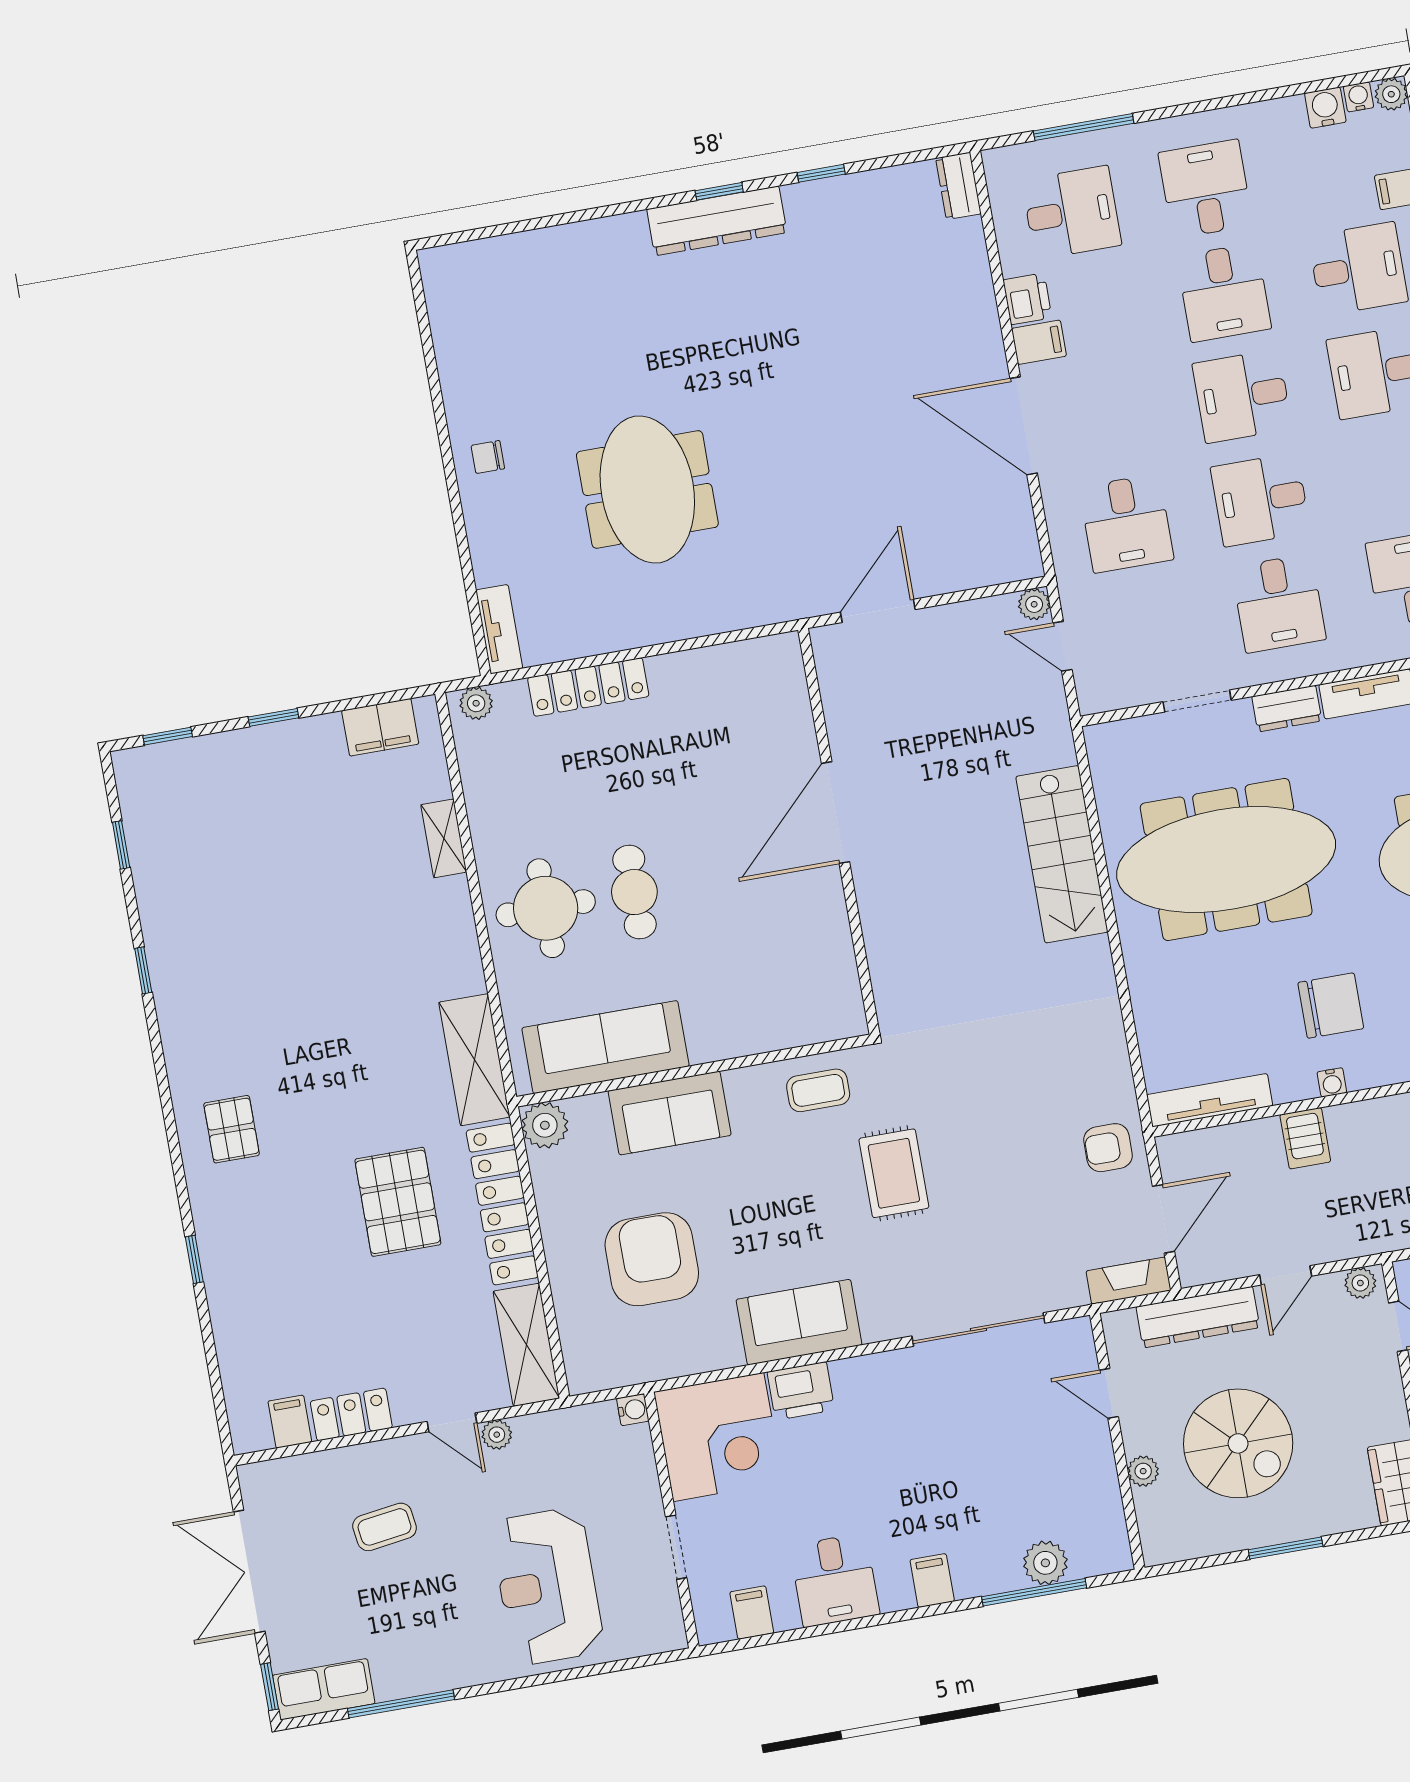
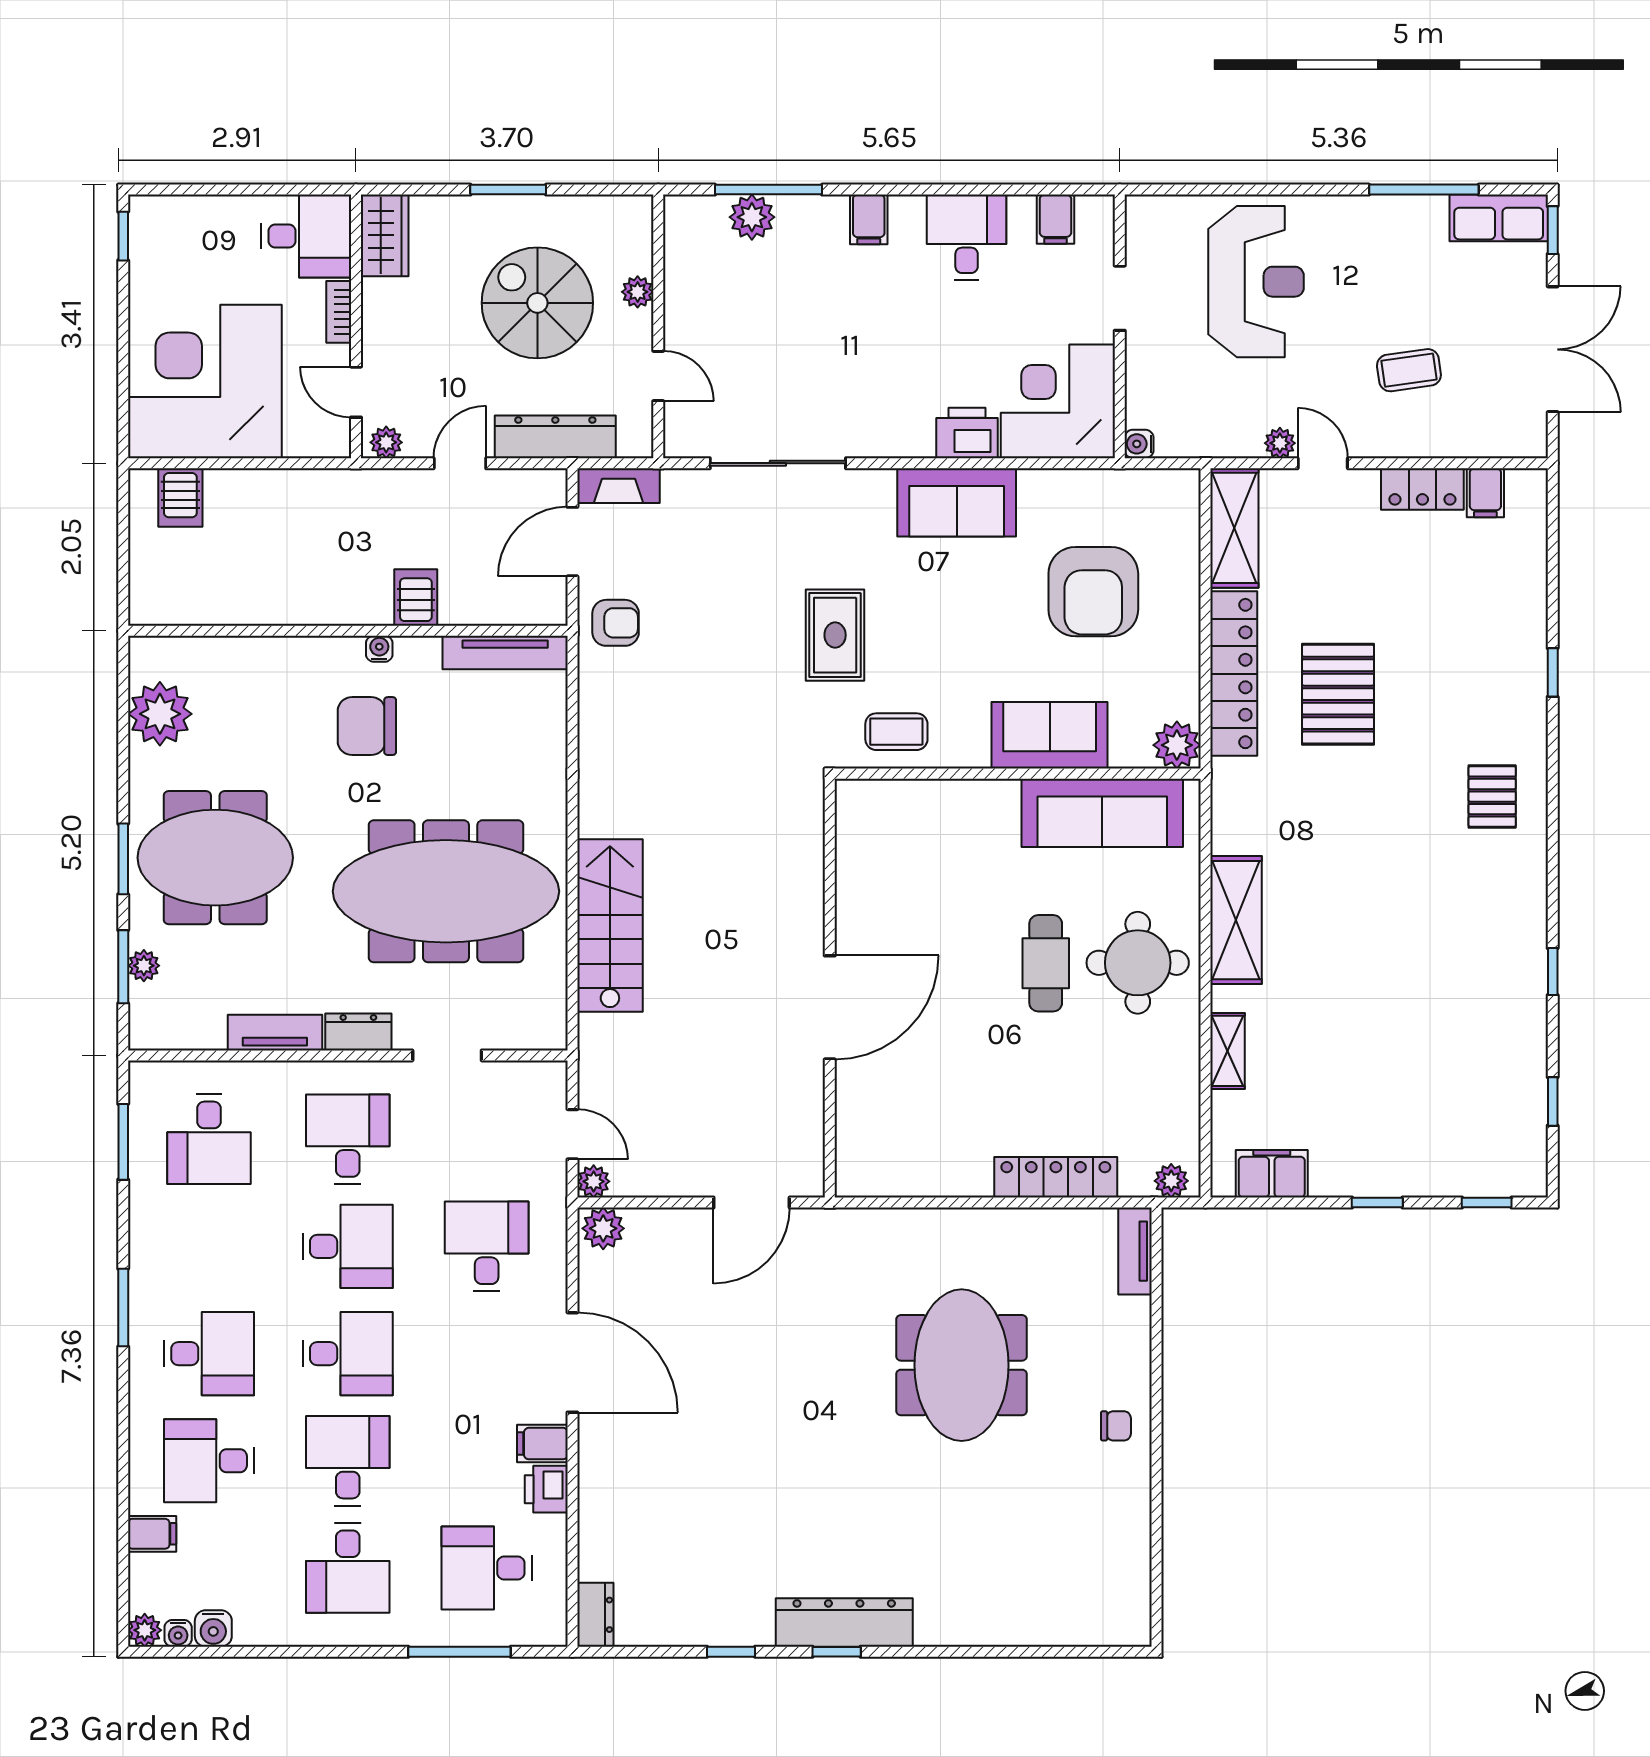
plant: (1017, 561) -> (603, 1228), added
shelving: (474, 1060) -> (1236, 920), moved

